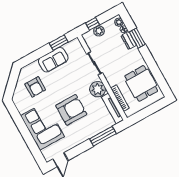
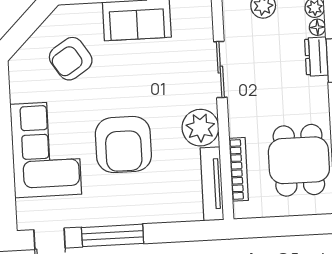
armchair: (35, 87) -> (71, 59), turned 57
armchair: (71, 110) -> (123, 145), turned 90
window: (103, 136) -> (113, 235), moved

